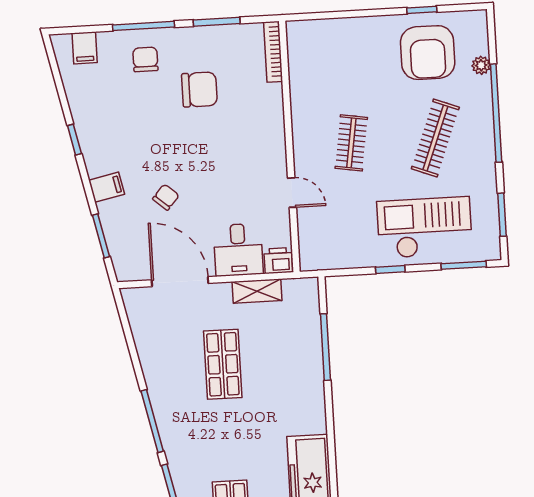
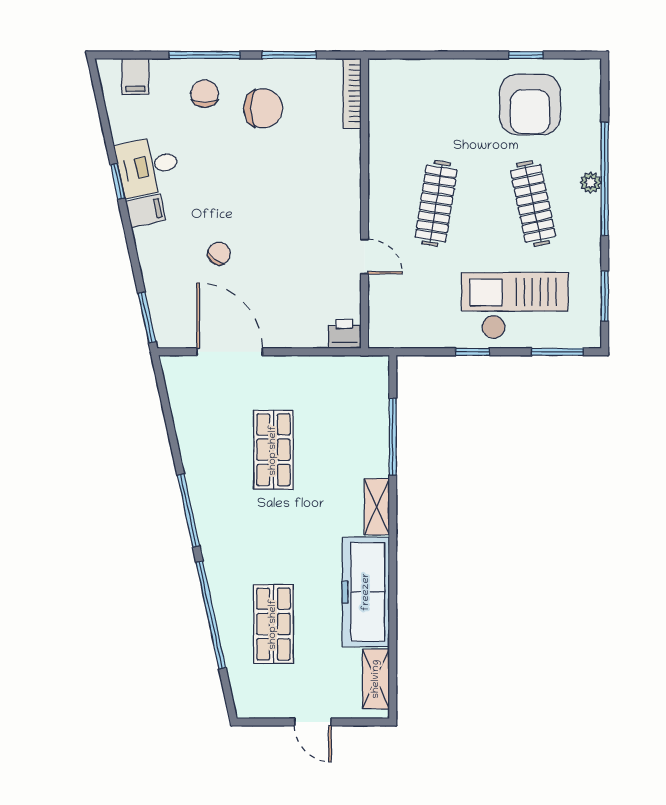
plant: (481, 65) -> (591, 183), moved
chair: (199, 89) -> (263, 108), moved
clothes rail: (435, 138) -> (533, 203), turned -33
clothes rail: (351, 143) -> (436, 203), width x1.36
filing cabinet: (107, 187) -> (146, 211), moved
window: (101, 236) -> (147, 317), moved
desk: (238, 250) -> (148, 166), moved, turned 78
shelving: (257, 291) -> (377, 507), moved, turned 90

